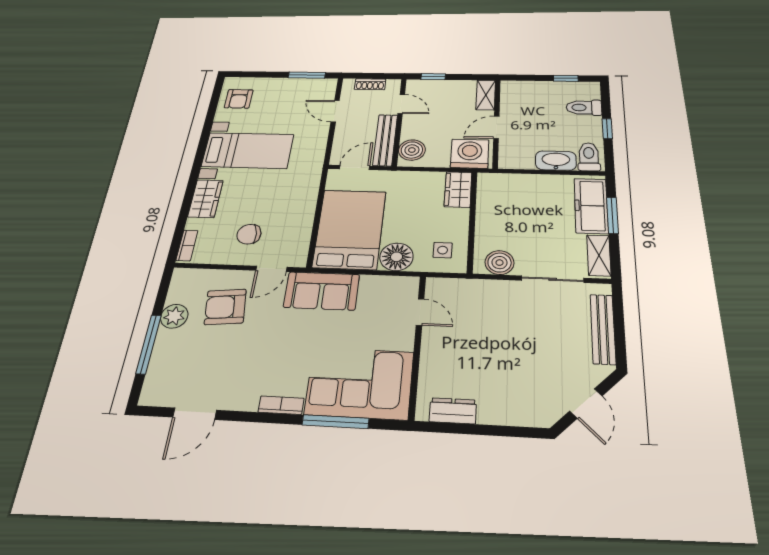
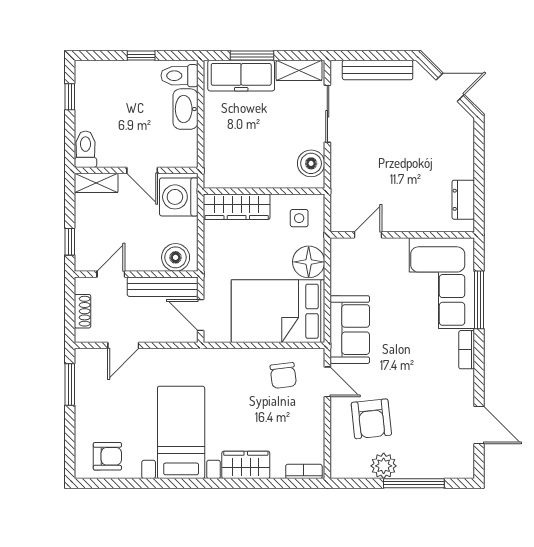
toilet: (584, 108) -> (86, 149), moved, turned 180
wardrobe: (458, 189) -> (237, 207), width x1.50
chair: (249, 234) -> (283, 376), moved

